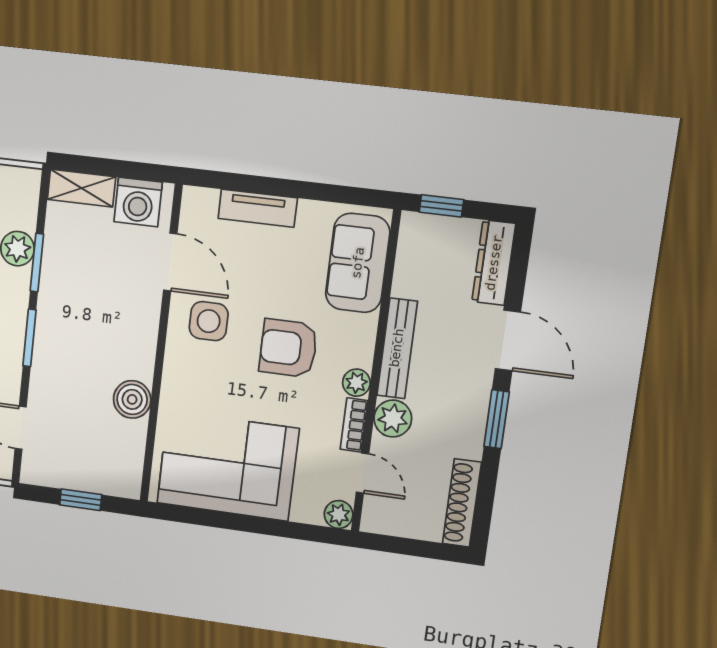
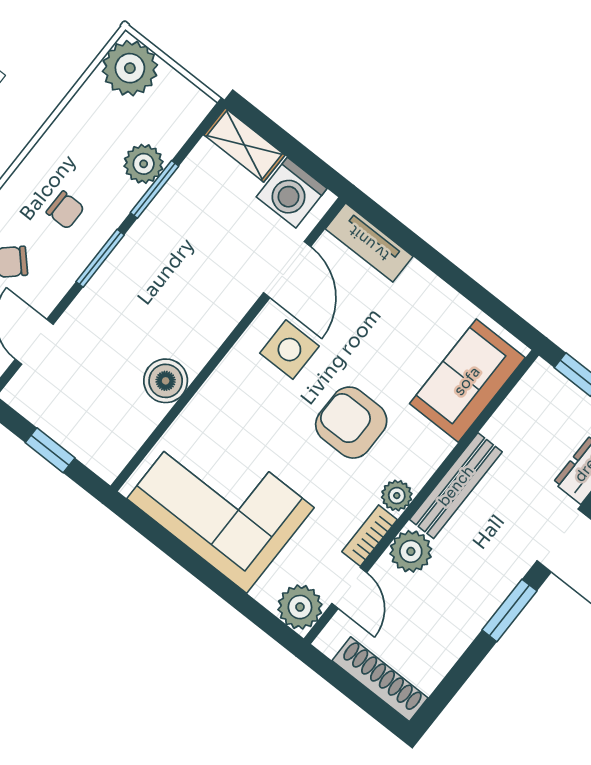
tv unit: (258, 208) -> (369, 243), moved
shoe rack: (462, 503) -> (380, 679), moved, turned 90
plant: (339, 515) -> (300, 607), width x1.38, depth x1.38

